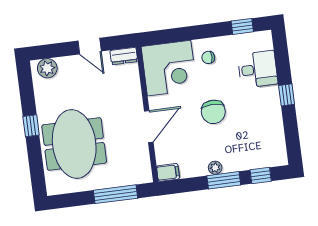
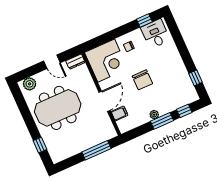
desk: (258, 69) -> (155, 34), moved, turned -90
window: (287, 95) -> (195, 78), moved
window: (31, 126) -> (40, 145), moved
meeting table: (74, 144) -> (58, 108), moved, turned 90
filing cabinet: (168, 172) -> (119, 113), moved

